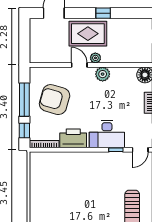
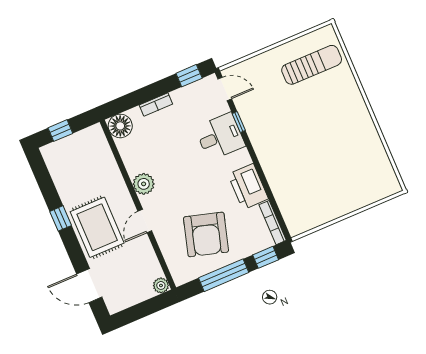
plant: (95, 58) -> (161, 285), moved
desk: (107, 134) -> (220, 137), width x0.73

